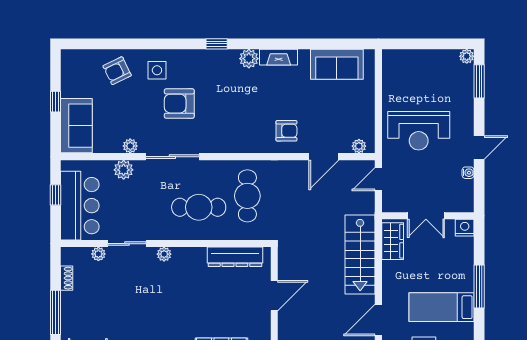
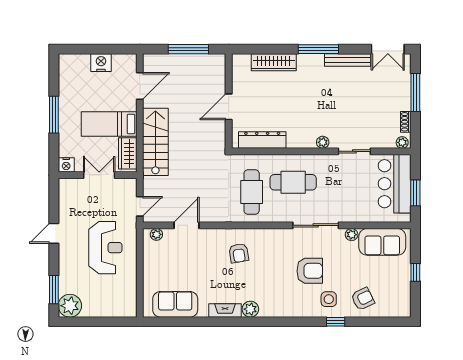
window: (217, 44) -> (336, 322), moved
plant: (467, 56) -> (70, 306), width x1.87, depth x1.87
sofa: (76, 126) -> (382, 242), moved, turned -90
armchair: (286, 131) -> (239, 253), moved, turned -99
reception desk: (419, 131) -> (105, 248), turned 90
plant: (124, 170) -> (357, 214), removed
water cooler: (468, 173) -> (63, 212), removed
window: (55, 195) -> (415, 193), width x1.50
plant: (98, 254) -> (402, 142), moved
bed: (441, 307) -> (109, 124), moved, turned 180

